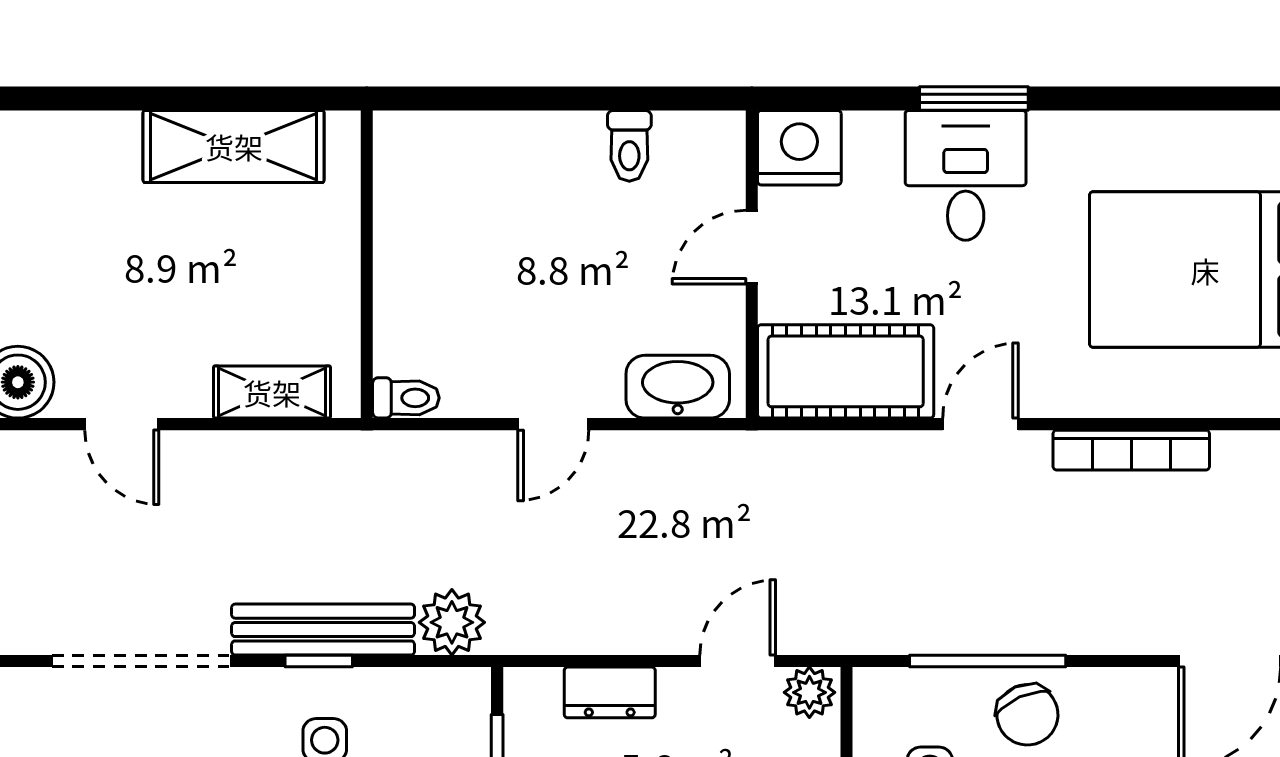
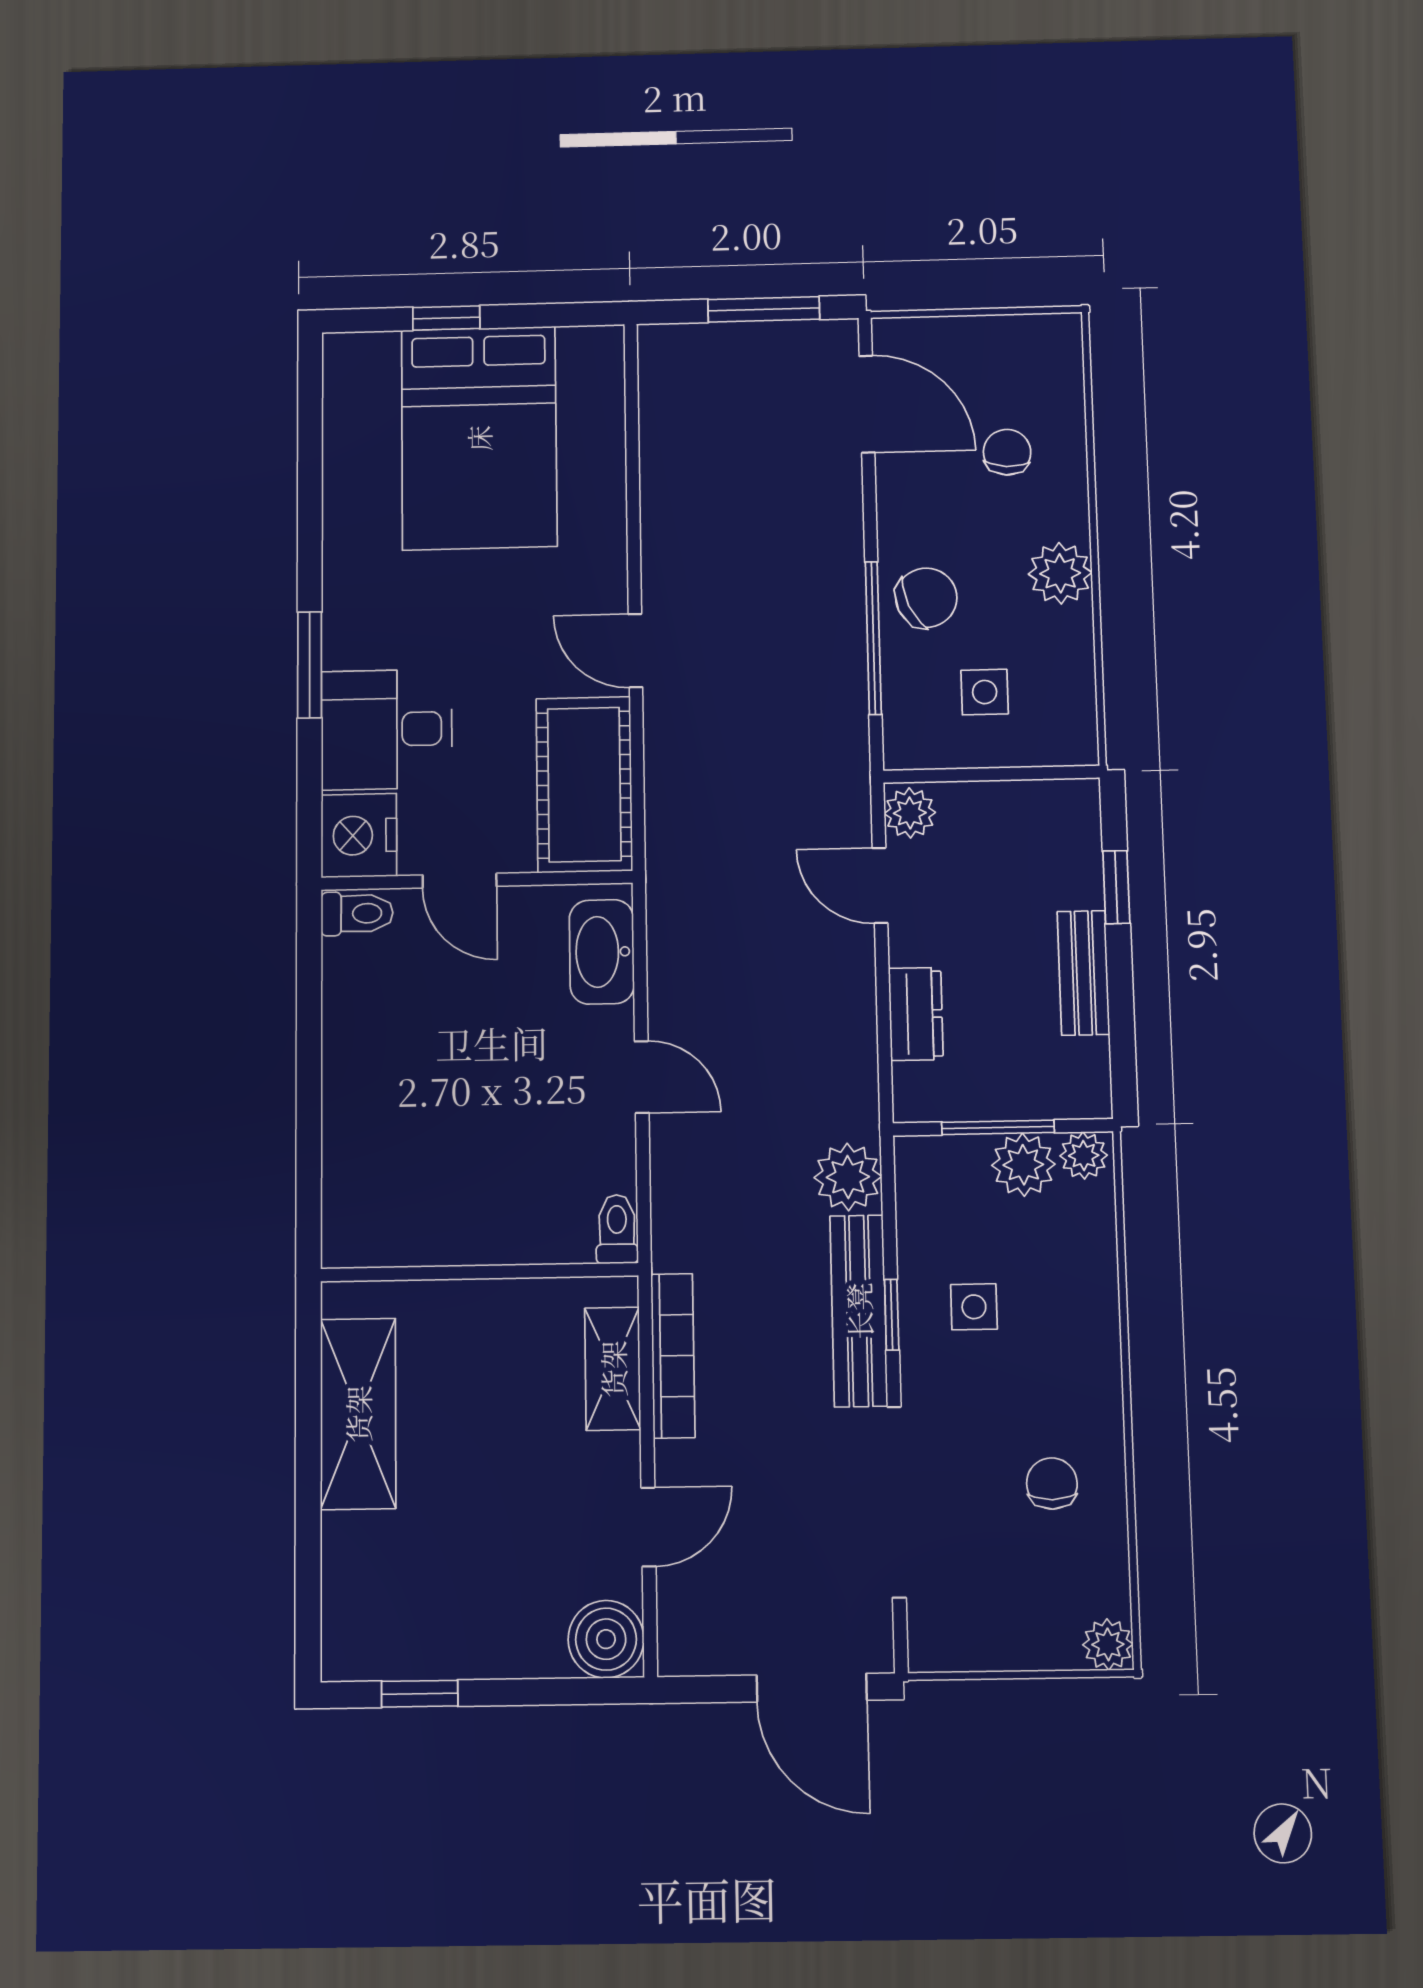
toilet: (629, 146) -> (357, 913), moved
desk: (966, 175) -> (387, 729), moved
bookcase: (1131, 450) -> (673, 1356), moved

